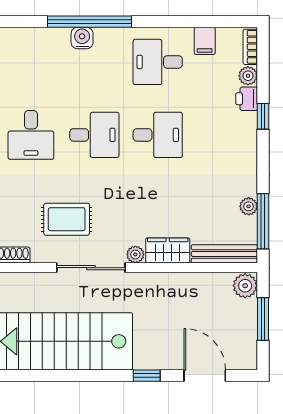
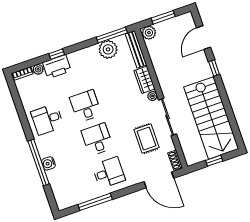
filing cabinet: (205, 41) -> (28, 98), removed
desk: (158, 62) -> (47, 119), turned 90
printer: (247, 99) -> (57, 67), width x1.87, depth x1.48
plant: (249, 206) -> (108, 49), width x1.87, depth x1.87

